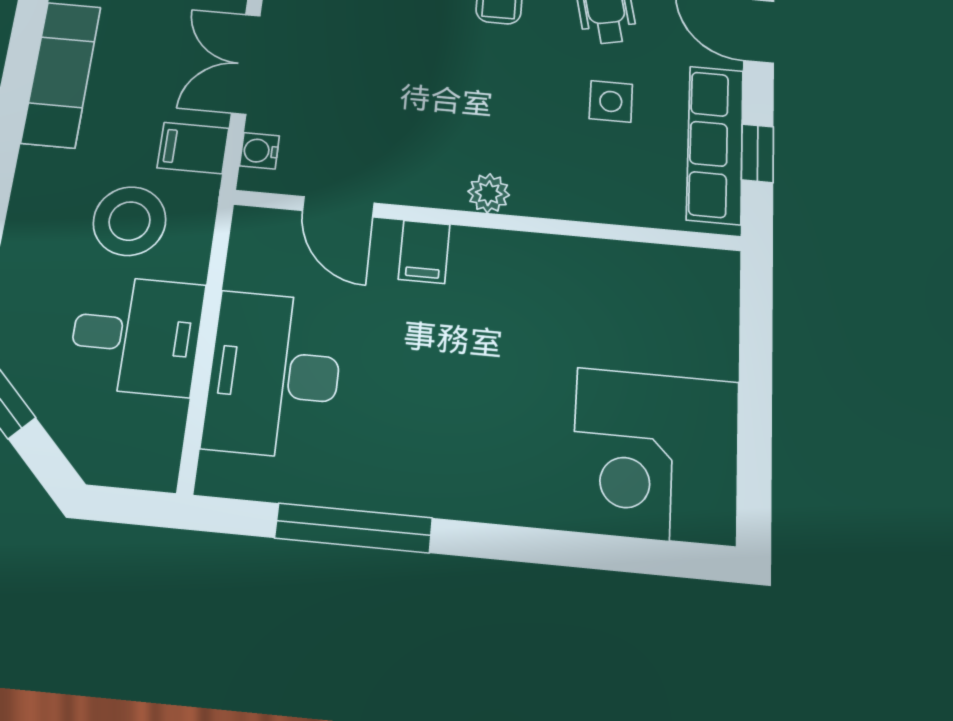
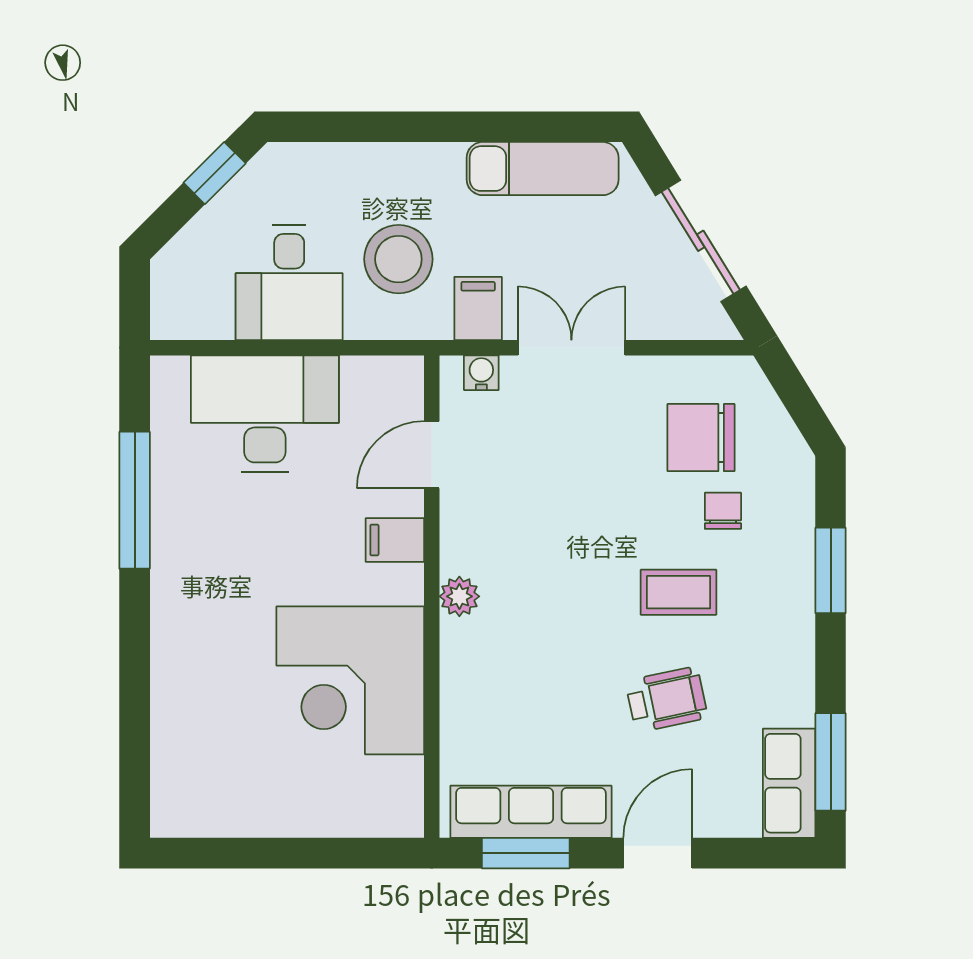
side table: (611, 101) -> (566, 709), removed
window: (758, 153) -> (526, 853), width x1.50
corner desk: (655, 456) -> (350, 680), moved, turned -90

